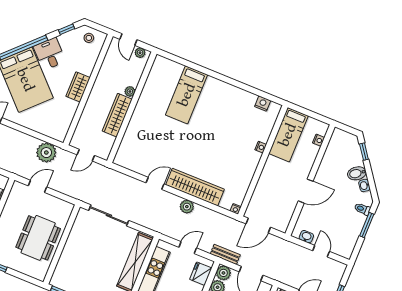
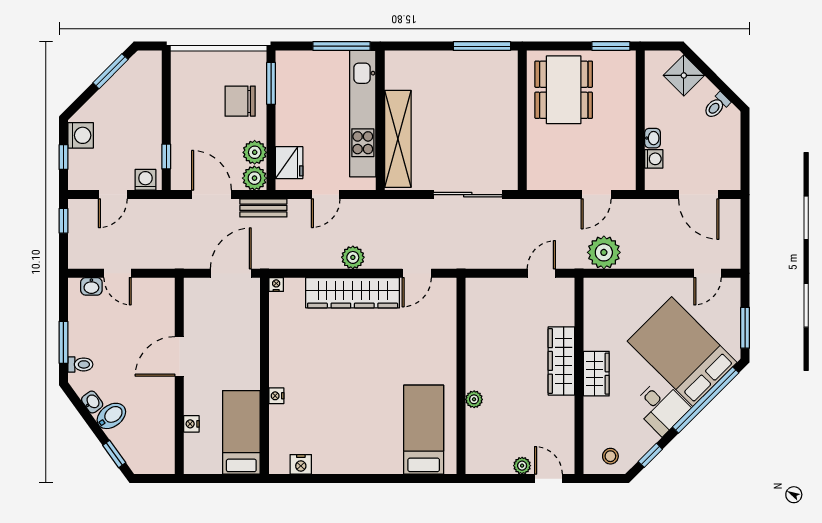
plant: (130, 91) -> (474, 399), moved
wall: (132, 107) -> (461, 376), moved
wardrobe: (117, 115) -> (561, 361), moved, turned 180
nightstand: (319, 140) -> (191, 424), moved
washbasin: (306, 237) -> (91, 286), moved
dining table: (38, 238) -> (564, 90), moved

